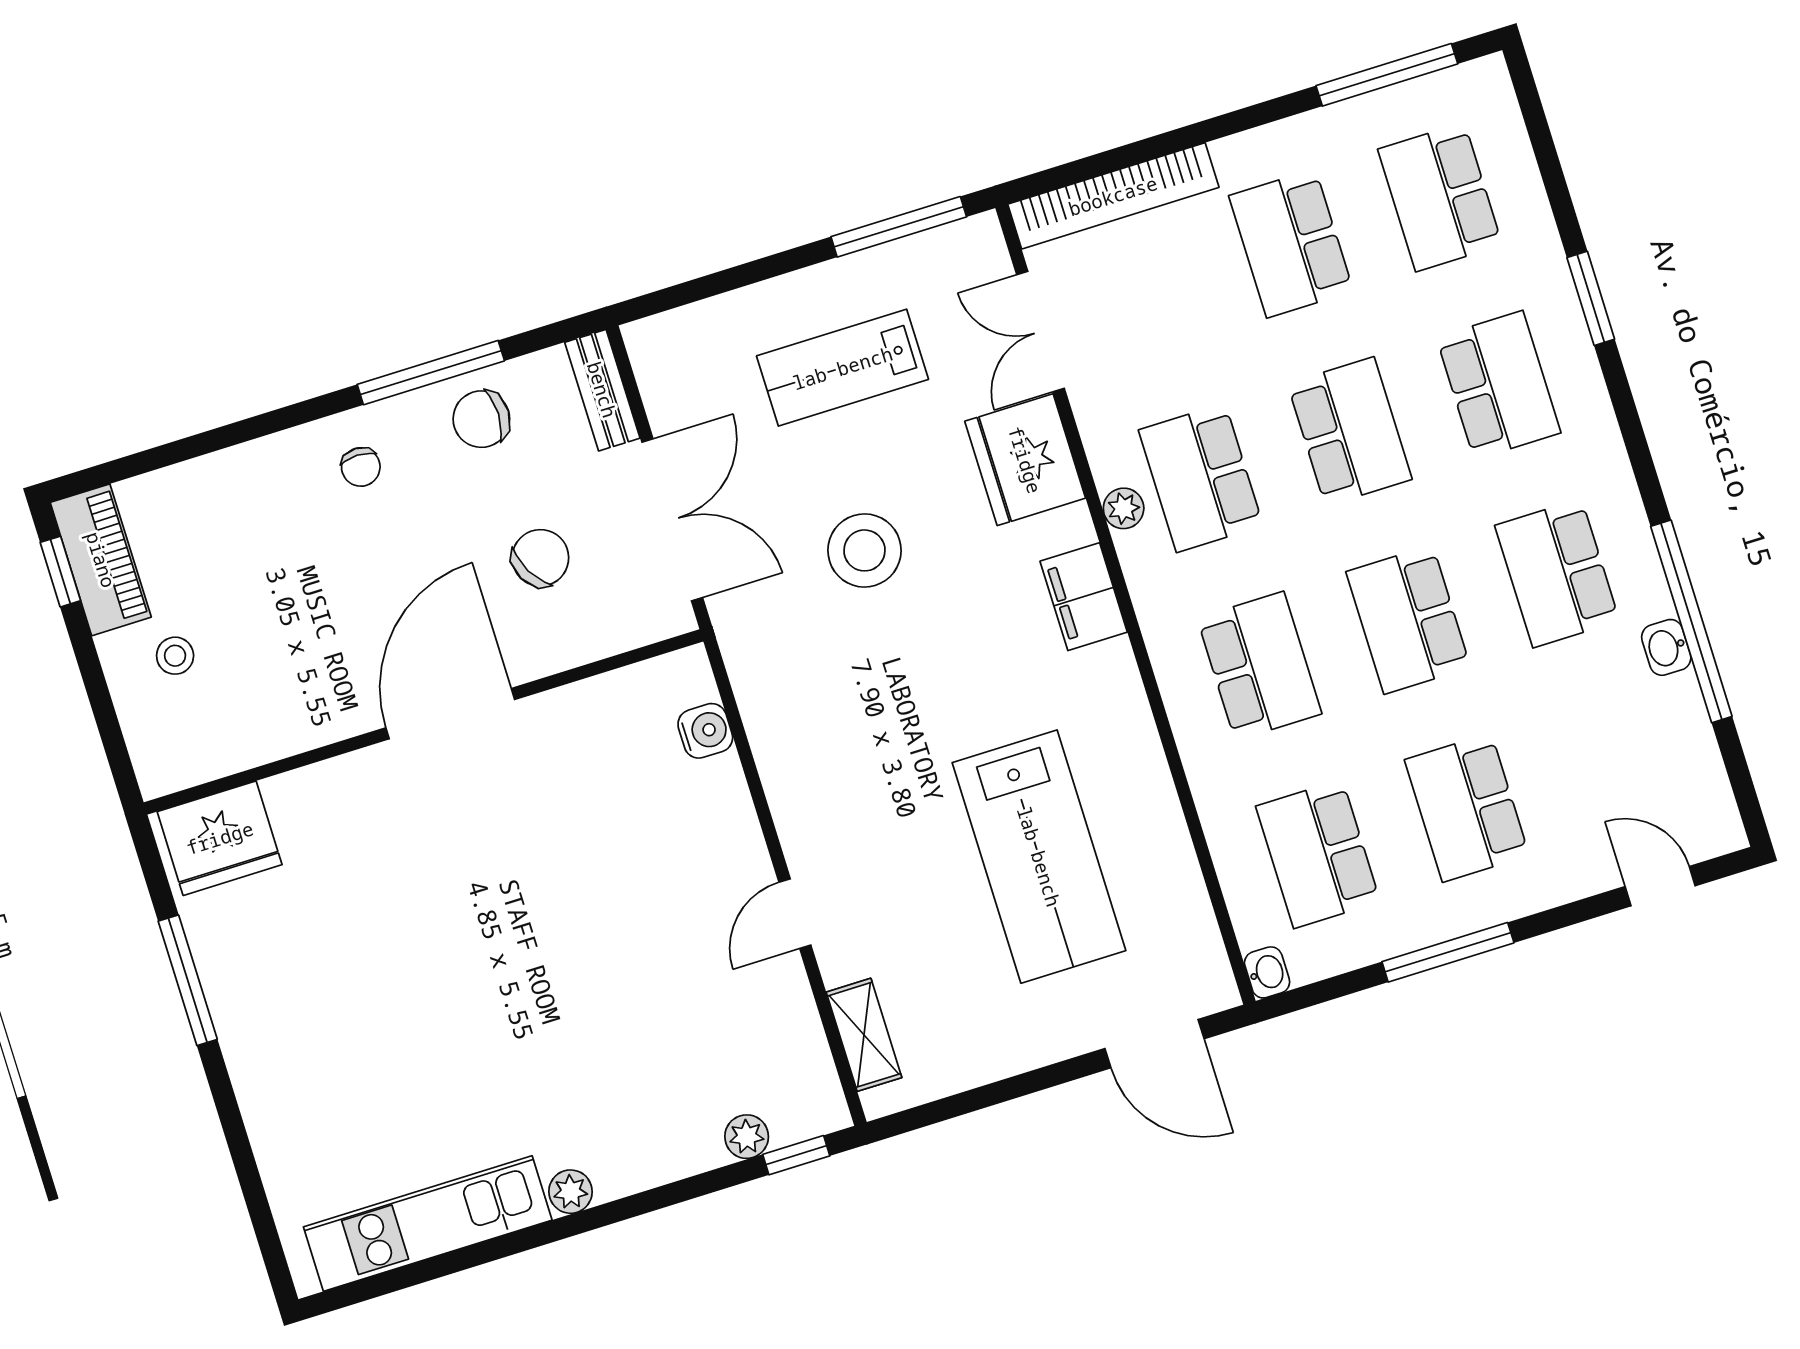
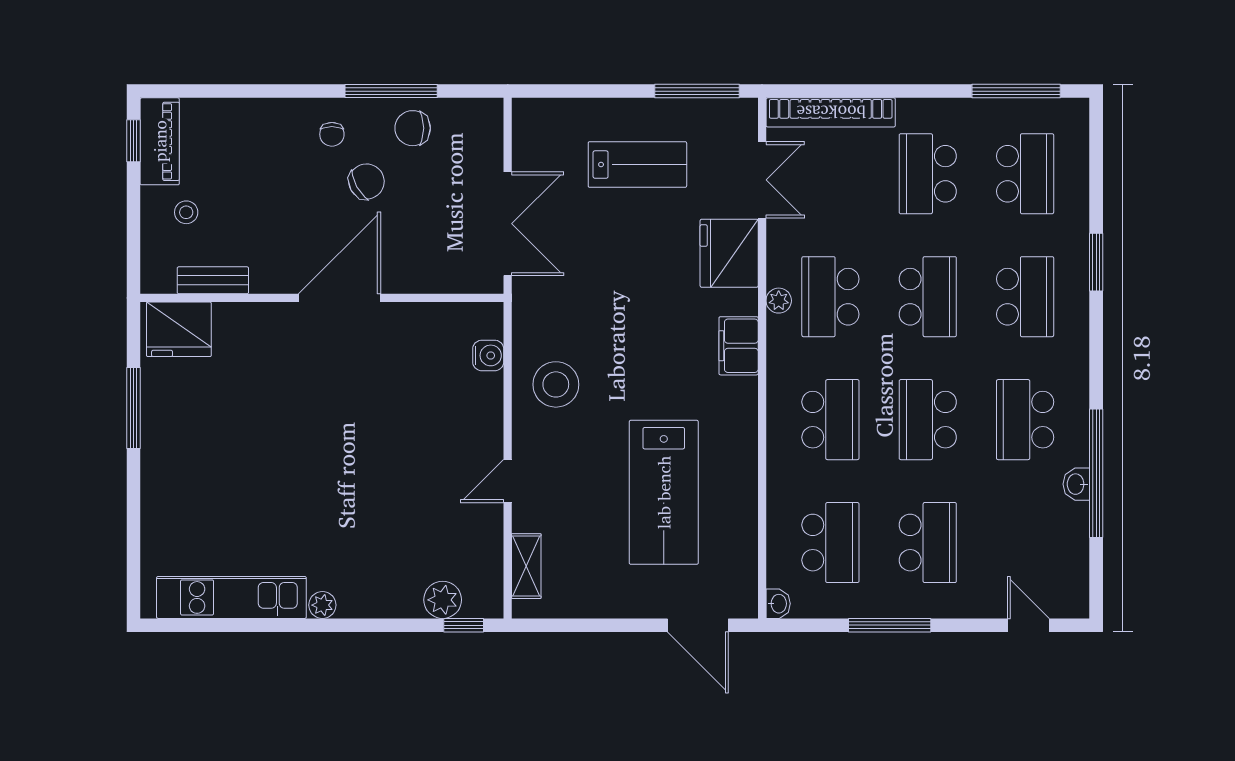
school desk: (1440, 197) -> (1025, 174), turned 180
double door: (1041, 332) -> (762, 180), swing flipped
lab bench: (843, 368) -> (637, 165), turned 180
bench: (602, 390) -> (213, 280), moved, turned 90
stool: (865, 550) -> (556, 384), moved
chair: (540, 558) -> (366, 181), moved
school desk: (1467, 808) -> (928, 543), turned 180
school desk: (1318, 854) -> (830, 543), turned 180
plant: (747, 1137) -> (443, 600), width x1.38, depth x1.38

